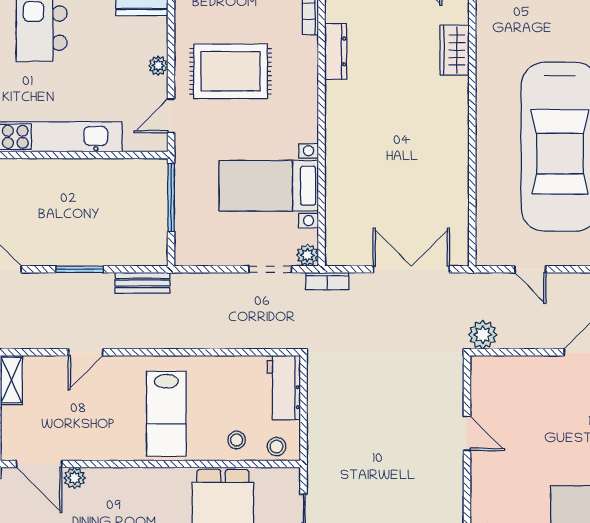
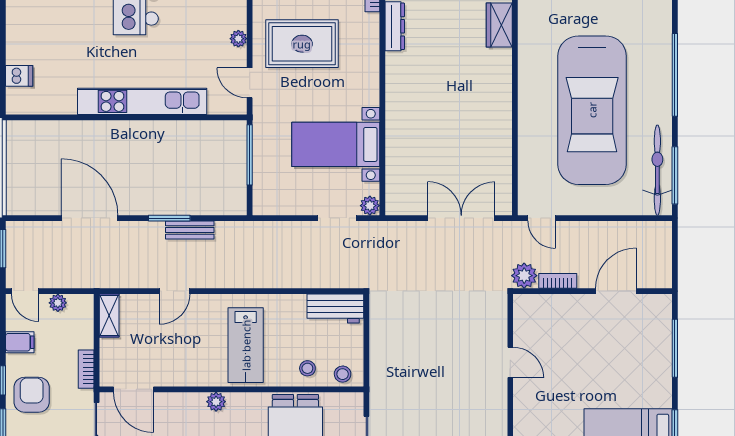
door: (171, 116) -> (250, 83), hinge flipped
door: (530, 269) -> (542, 218), moved
bookcase: (327, 281) -> (558, 281), moved, turned 180
bench: (142, 283) -> (190, 230), moved
workbench: (284, 388) -> (335, 309), moved, turned -90
plant: (75, 478) -> (216, 402), moved

